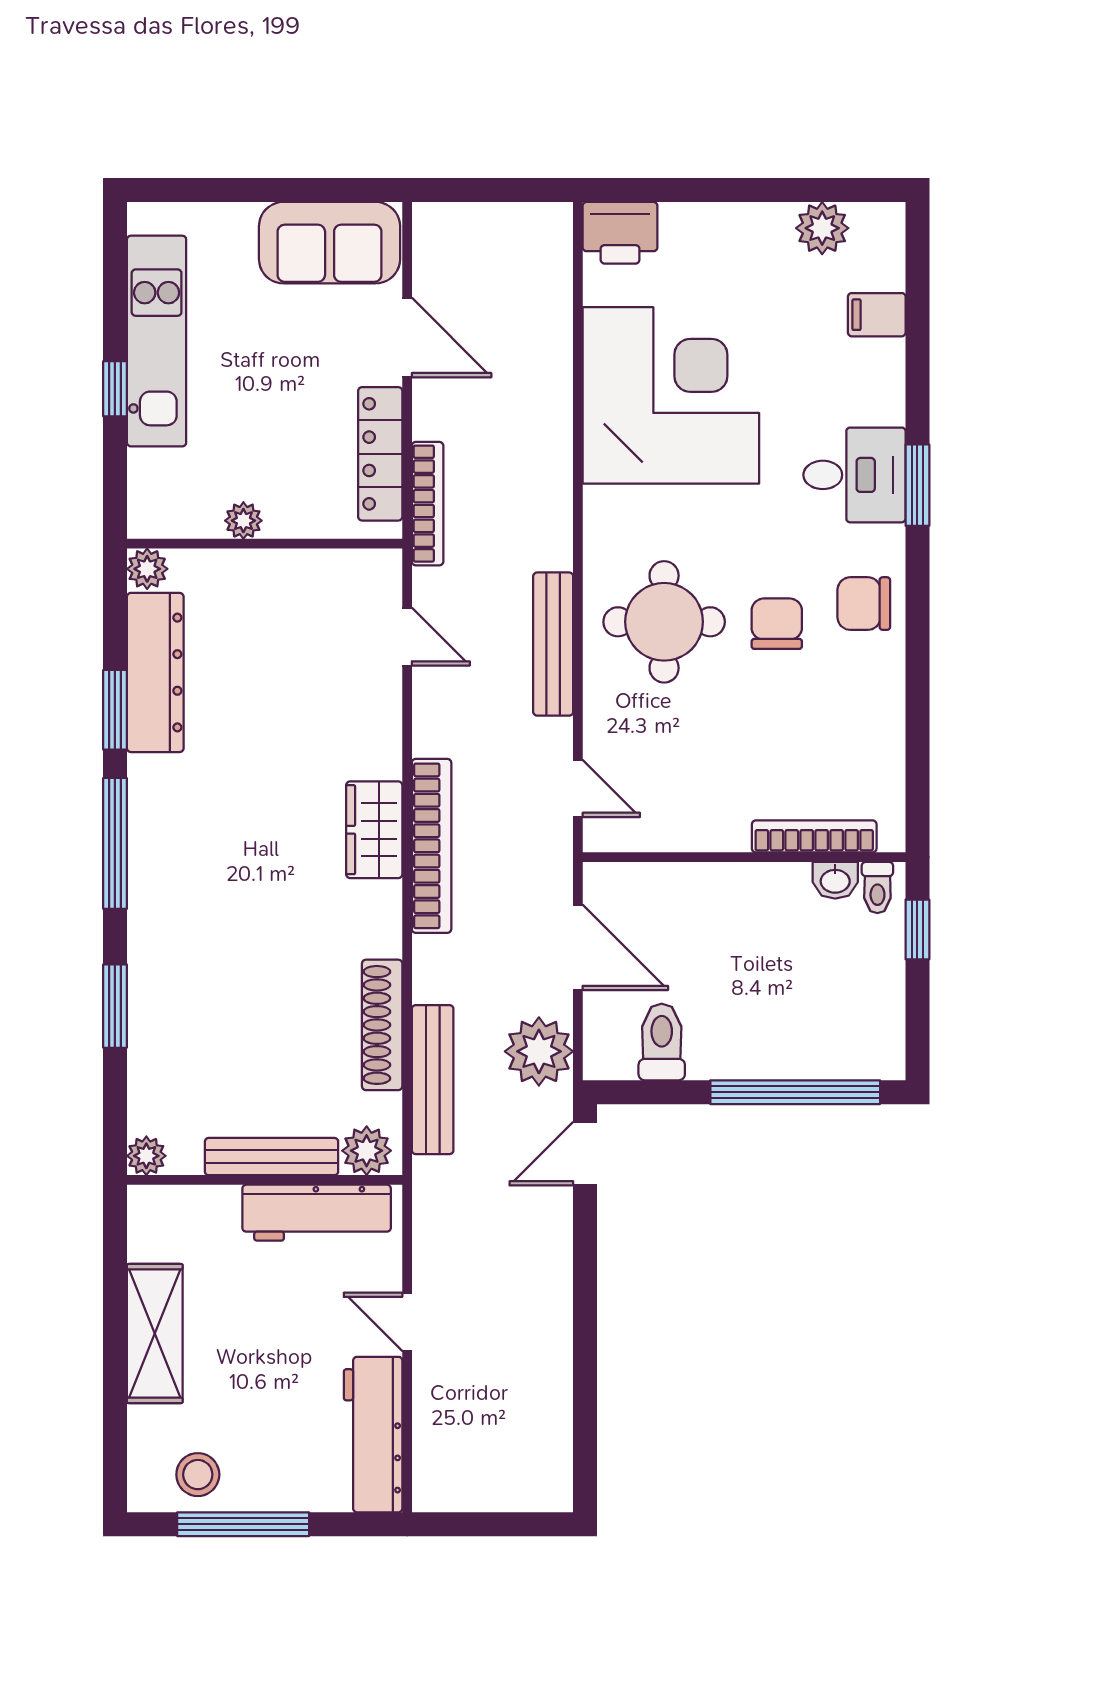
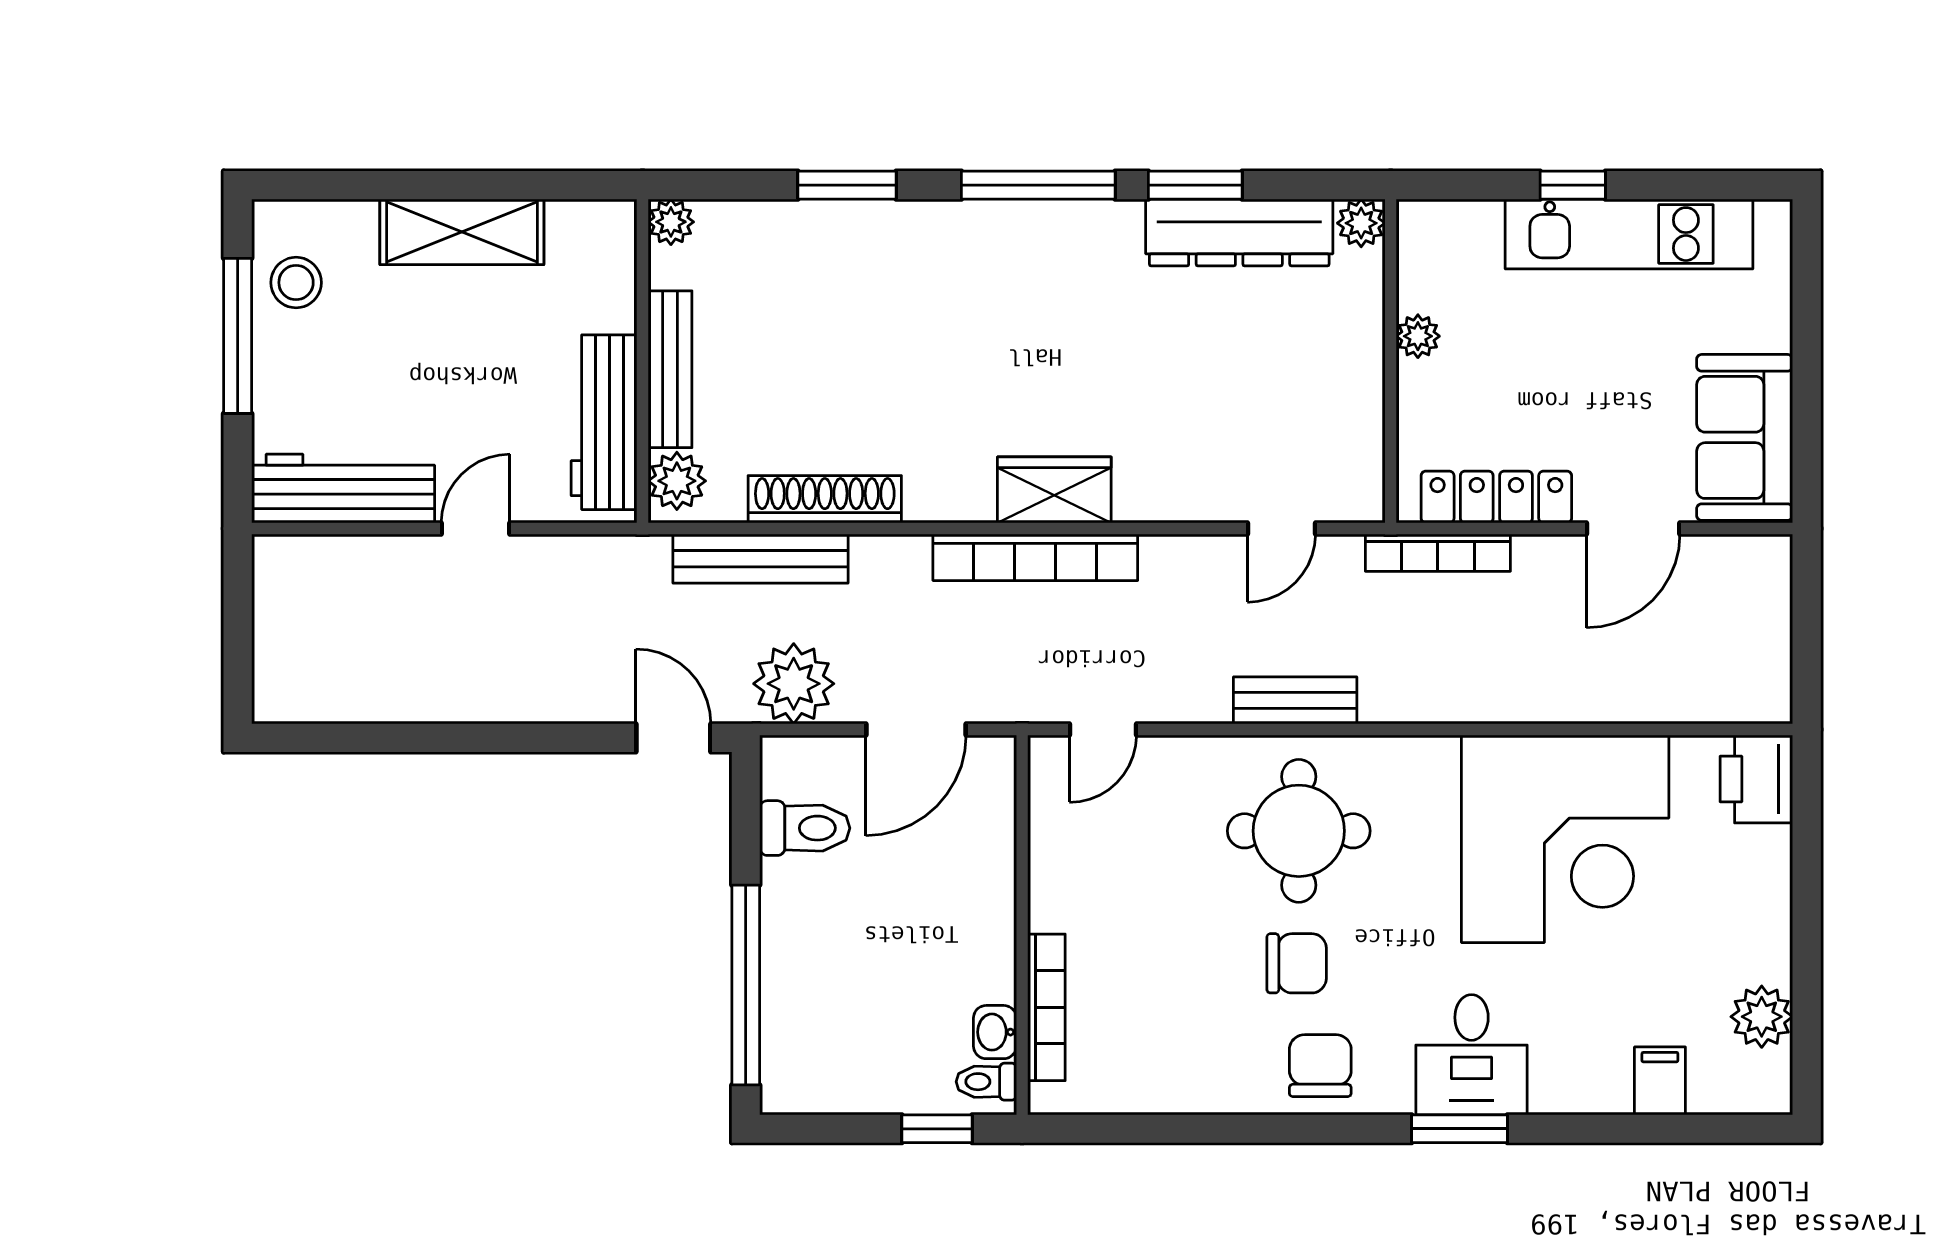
bench: (553, 644) -> (1295, 700), width x0.73

